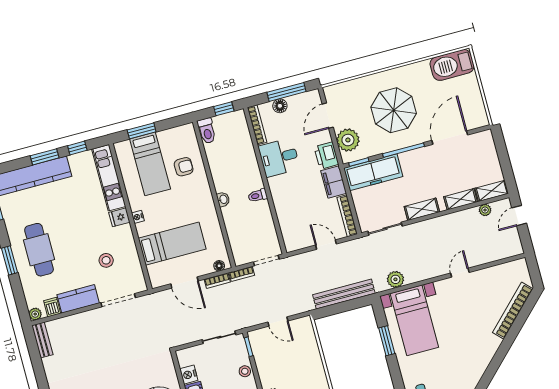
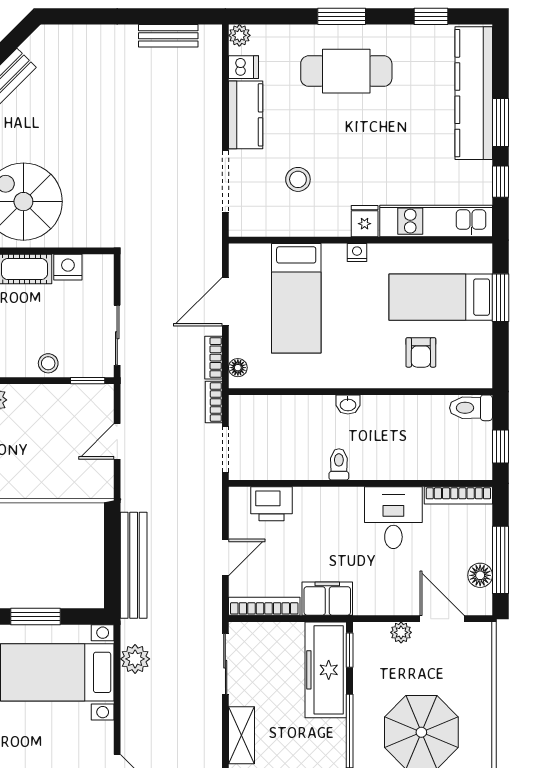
floor lamp: (280, 106) -> (480, 575), moved
plant: (348, 140) -> (401, 632), width x0.53, depth x0.53
printer: (326, 156) -> (272, 504), moved, turned 180
bench: (42, 340) -> (168, 36), moved

